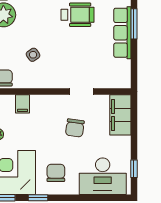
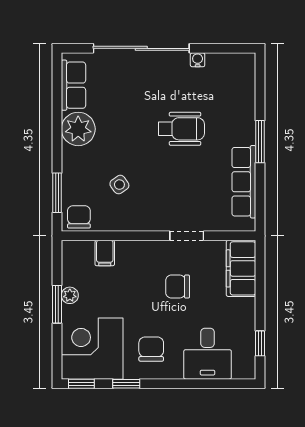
row of seats: (122, 33) -> (244, 182), moved
chair: (75, 128) -> (178, 287), turned 82
desk: (103, 176) -> (208, 354), width x0.73

